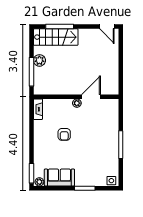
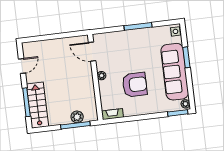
door: (107, 27) -> (22, 66), moved
plant: (39, 60) -> (77, 117), moved
door: (91, 97) -> (92, 52), moved
armchair: (64, 134) -> (135, 85), width x1.88, depth x1.88
sofa: (59, 177) -> (175, 72), width x1.85, depth x1.27

